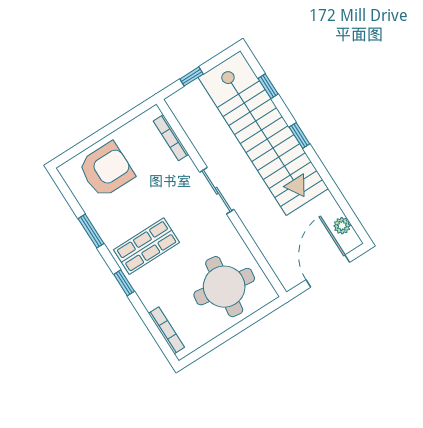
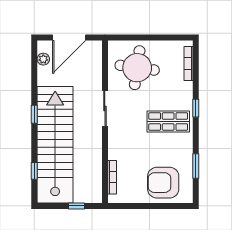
window: (299, 135) -> (34, 114), moved
sliding door: (217, 191) -> (105, 108), moved
window: (91, 231) -> (196, 166), moved

